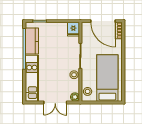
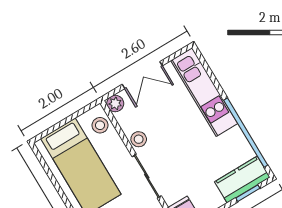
kitchen counter: (32, 41) -> (242, 180), moved, turned 90
double door: (55, 103) -> (142, 75), swing flipped

